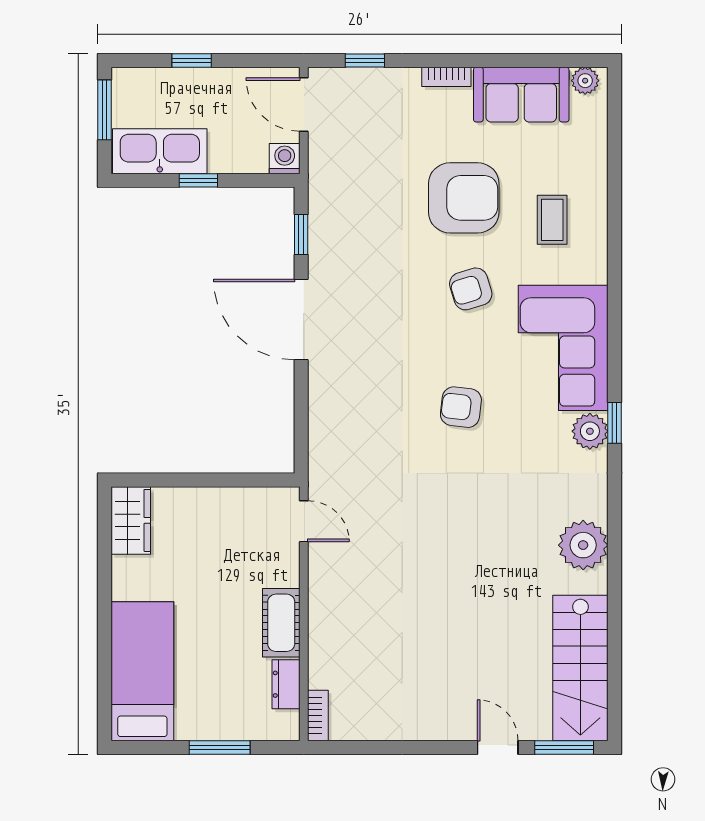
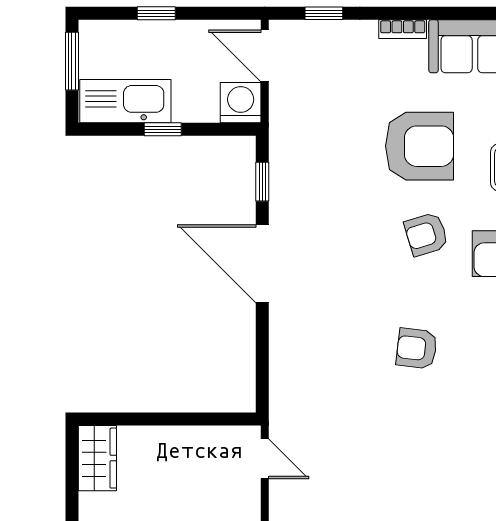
washing machine: (285, 159) -> (241, 103), width x1.38, depth x1.38

